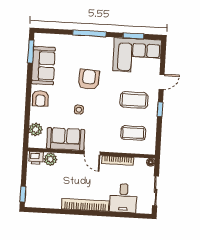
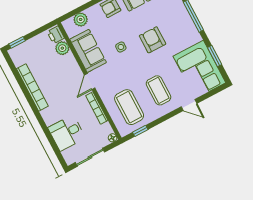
armchair: (89, 80) -> (153, 40), turned -94
window: (160, 109) -> (140, 131), moved
coffee table: (133, 133) -> (129, 107), width x1.36, depth x1.32
bookcase: (85, 205) -> (32, 87), moved

